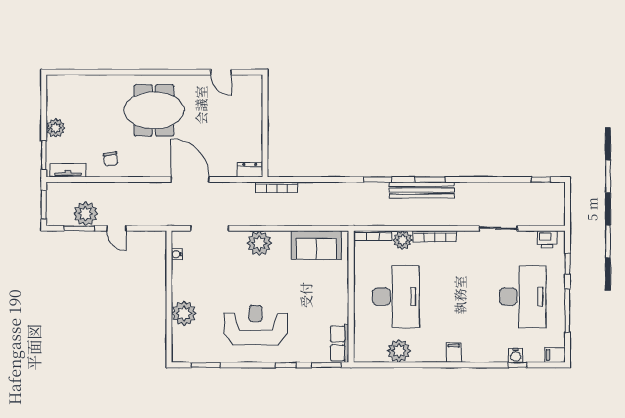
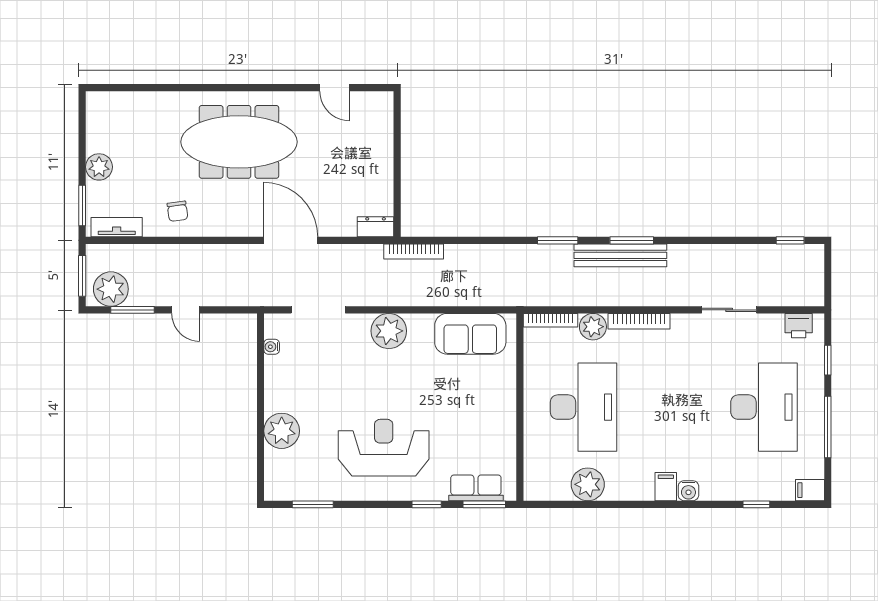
meeting table: (154, 110) -> (239, 142), width x1.36
plant: (85, 214) -> (111, 289), moved
row of seats: (340, 343) -> (476, 488), moved, turned 90
water cooler: (516, 355) -> (688, 491), moved

